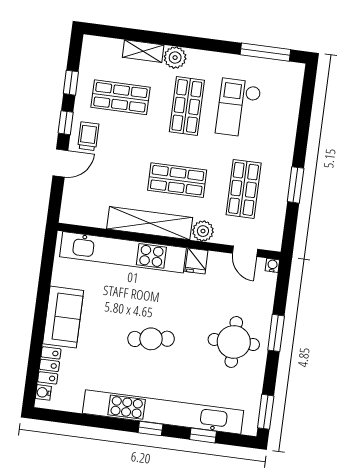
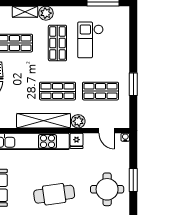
shop shelf: (244, 189) -> (100, 91), turned 90
cafe table: (151, 339) -> (54, 194), width x1.37, depth x1.35

